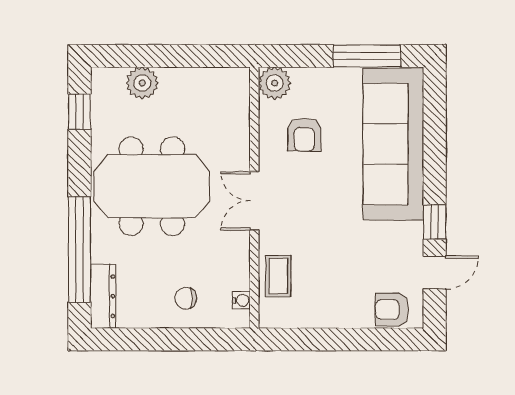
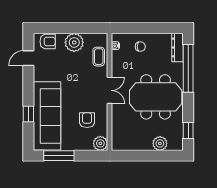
window: (435, 222) -> (28, 114), moved
plant: (333, 307) -> (74, 42), added

